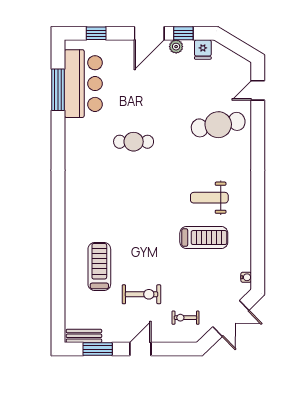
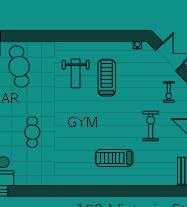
treadmill: (99, 267) -> (114, 158), moved

